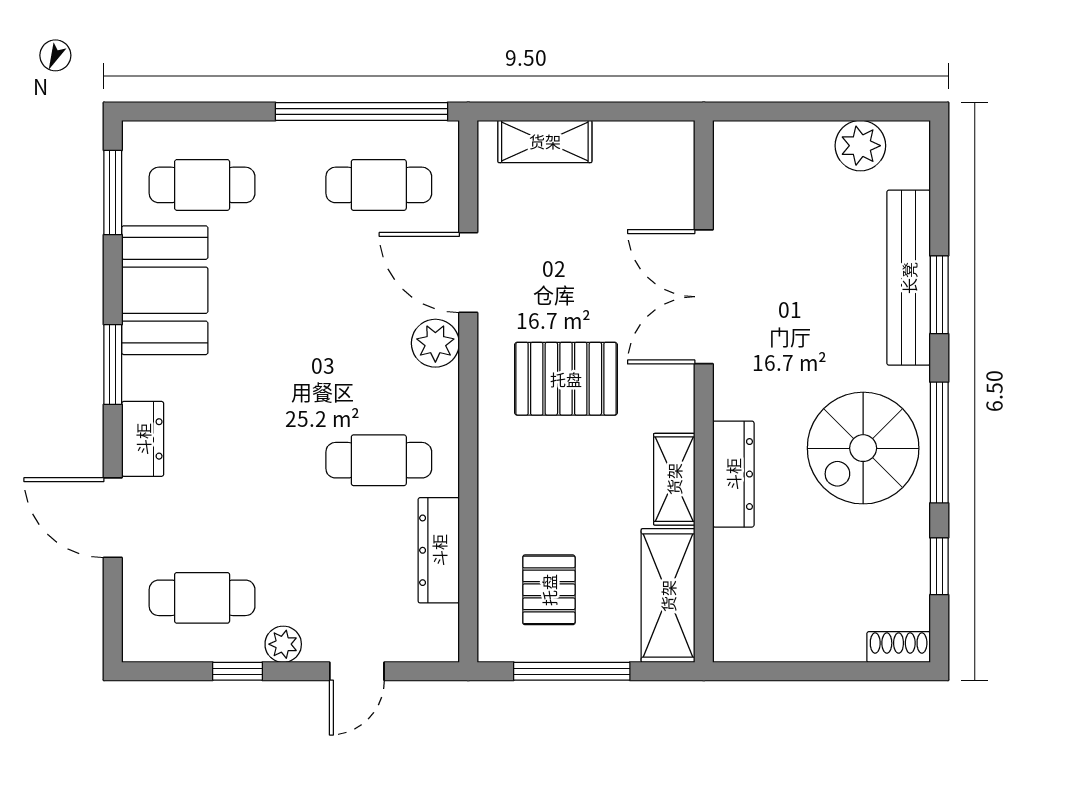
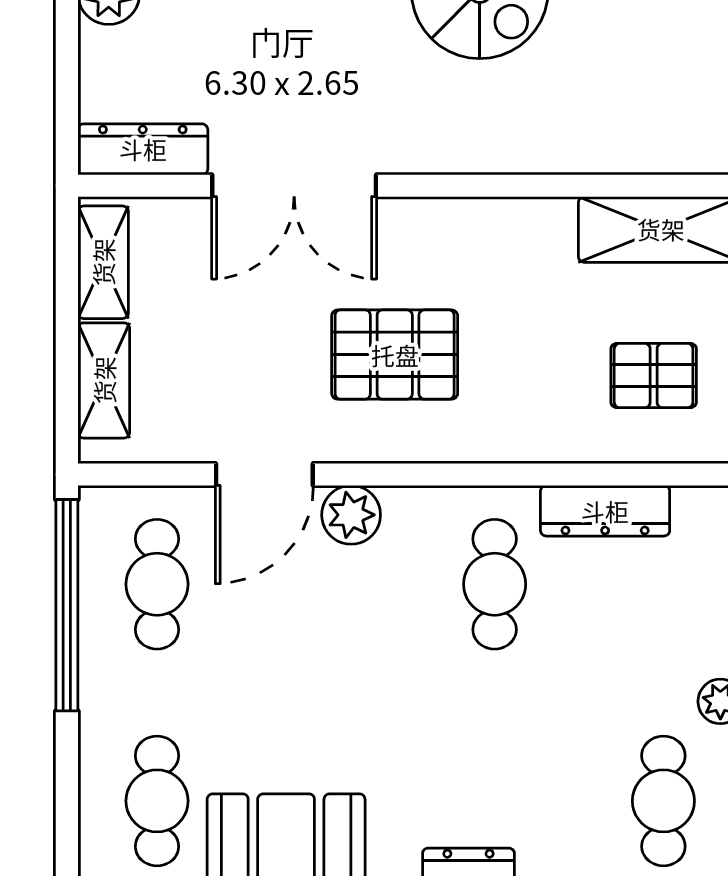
pallet: (566, 379) -> (395, 355), turned 90
dresser: (733, 474) -> (143, 149), moved
shelving: (674, 479) -> (103, 262), moved, turned 90

